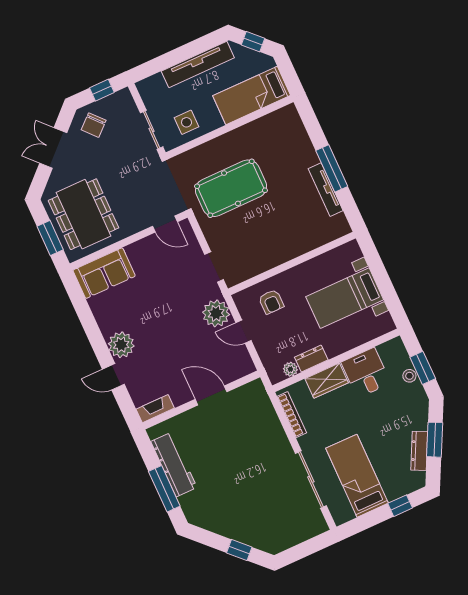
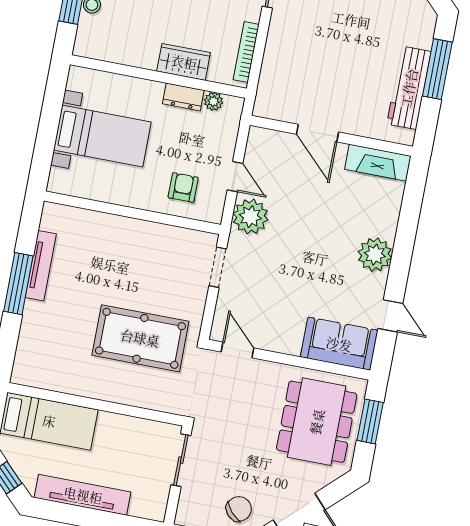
side table: (187, 122) -> (138, 442), removed
desk: (366, 373) -> (136, 41), removed
door: (113, 377) -> (390, 316), moved
fireplace: (155, 409) -> (378, 163), width x1.37, depth x1.32

